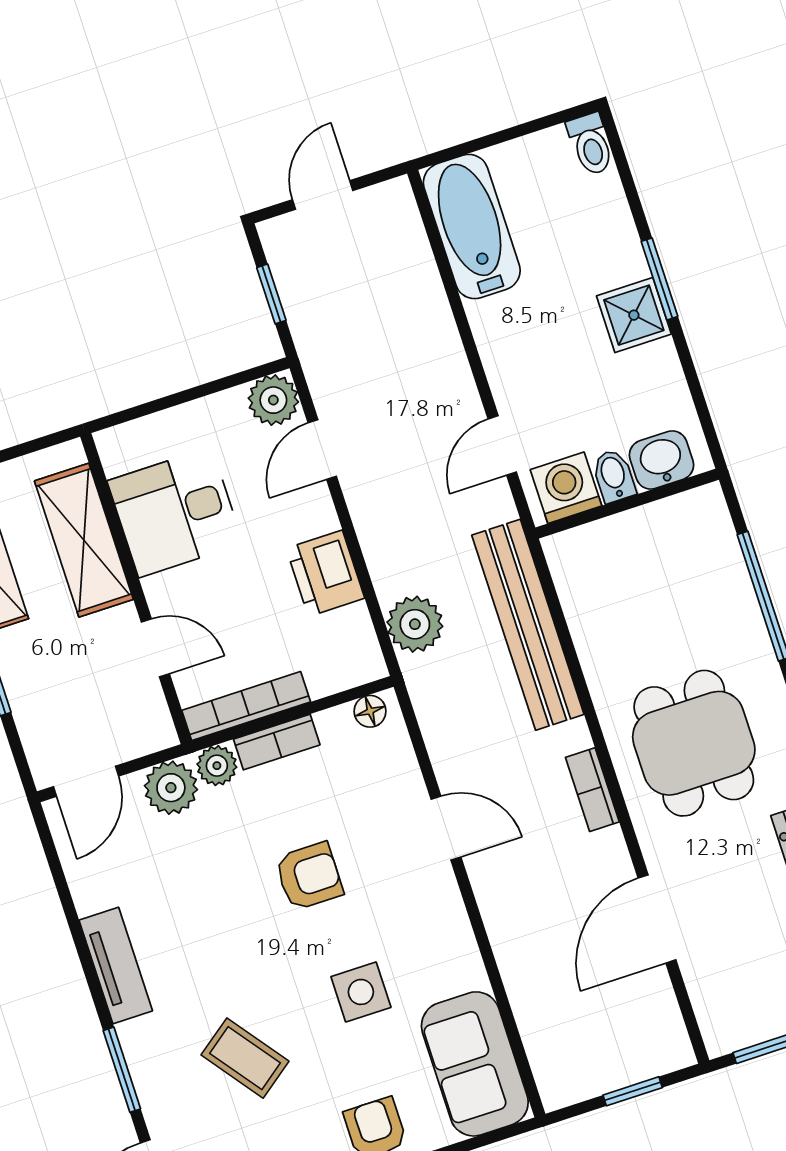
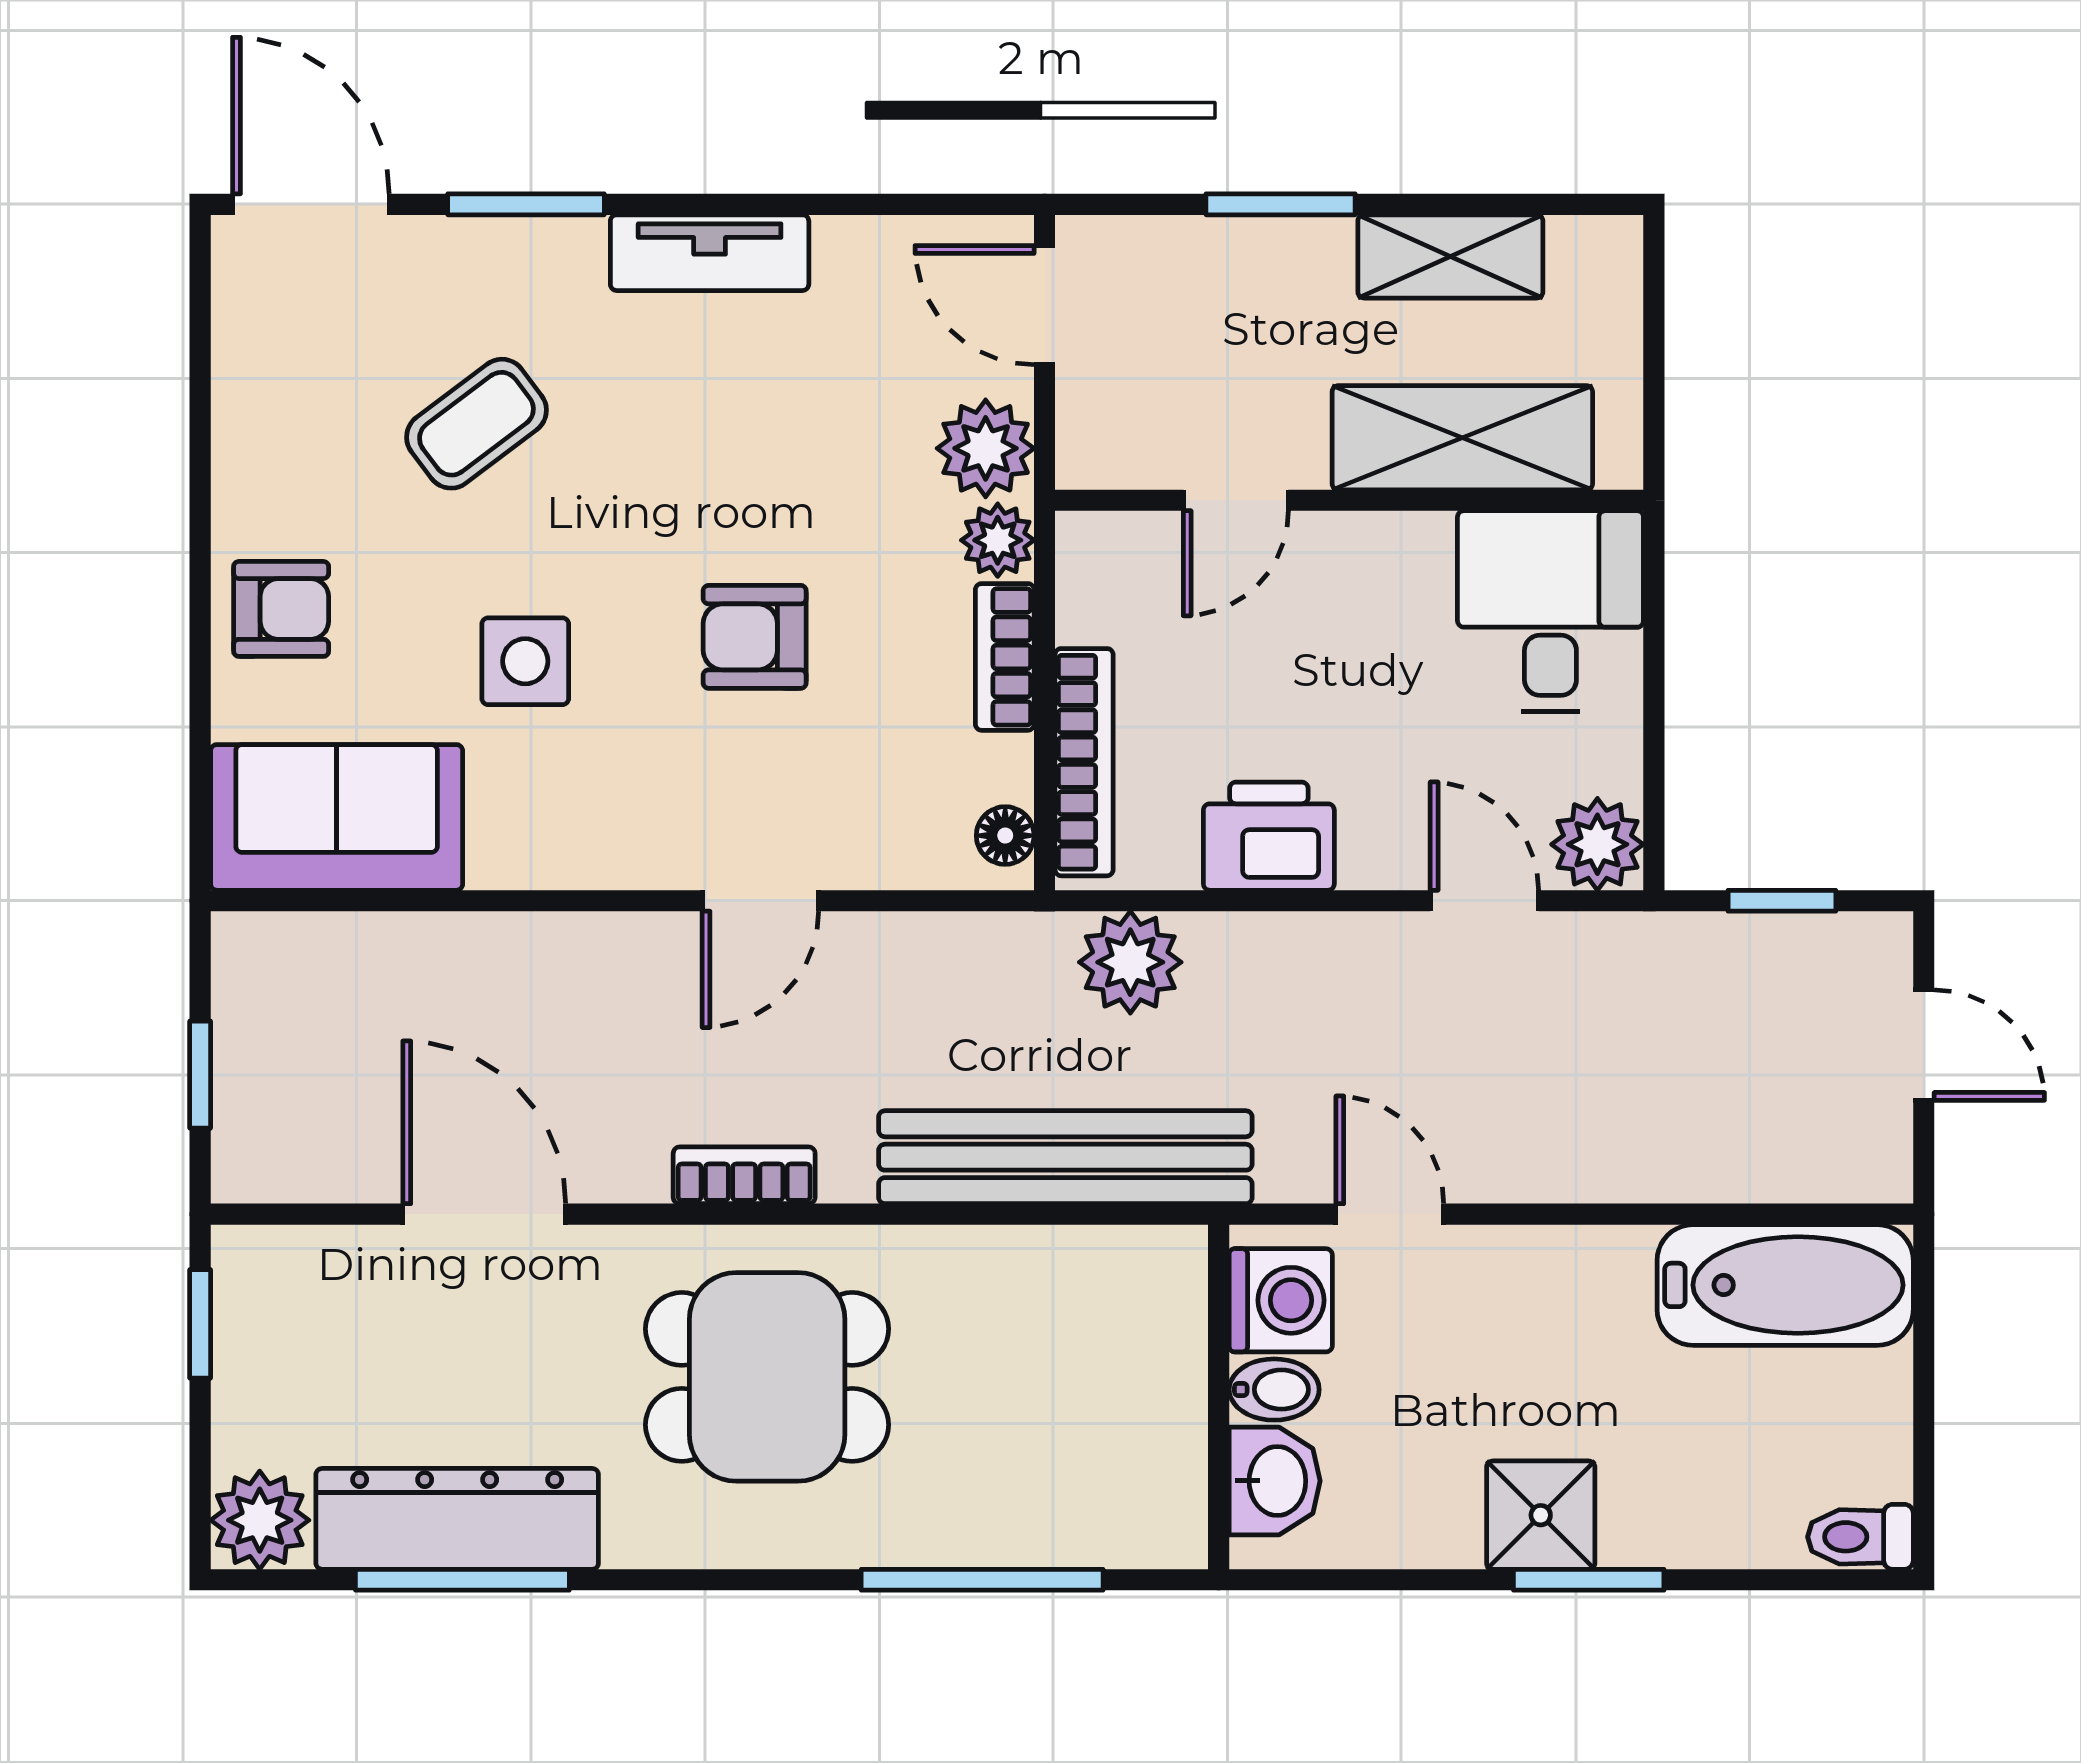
desk: (175, 512) -> (1550, 611), moved
bookcase: (246, 706) -> (1084, 762), moved
armchair: (309, 876) -> (755, 637), turned 90

